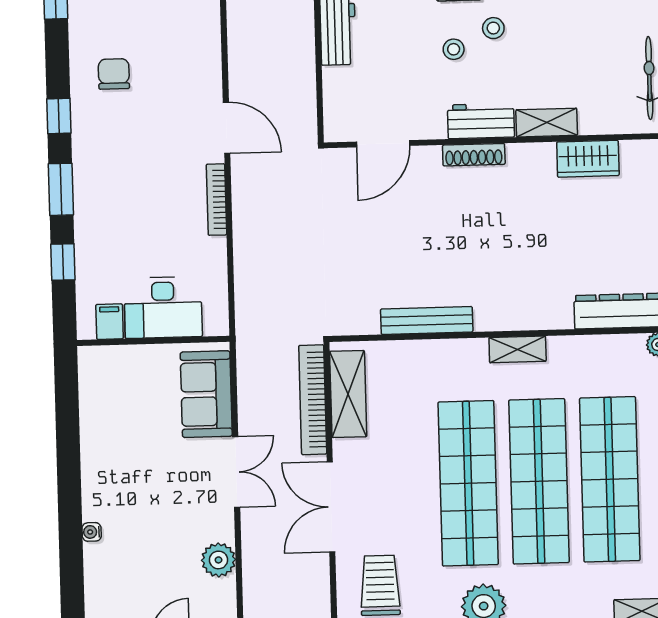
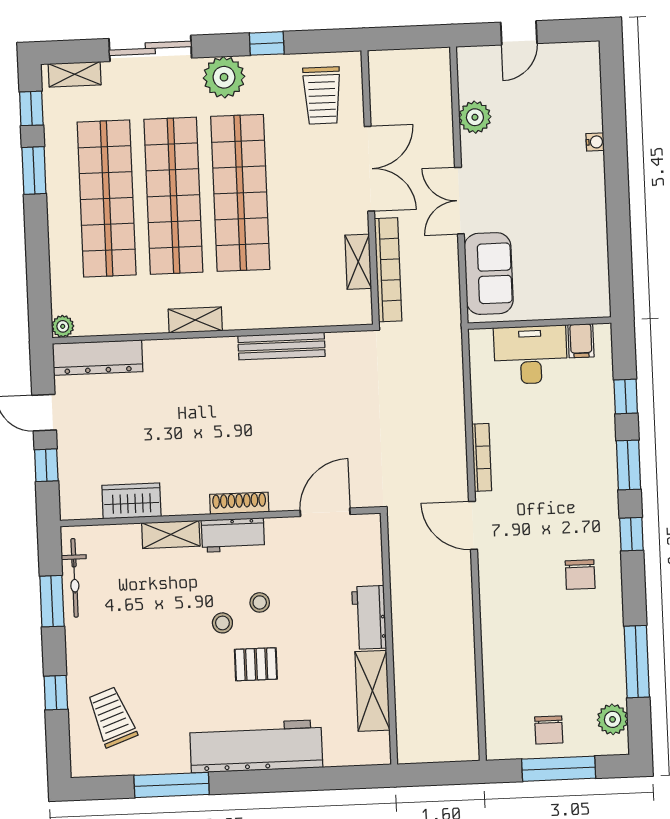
shelving: (348, 394) -> (358, 262), width x0.67, depth x0.75

